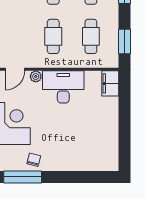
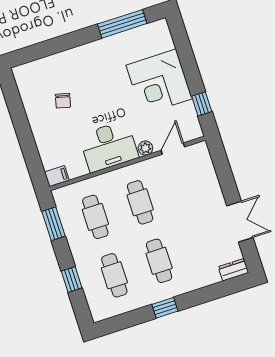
filing cabinet: (110, 83) -> (57, 176), width x0.50
chair: (34, 160) -> (63, 101), moved

